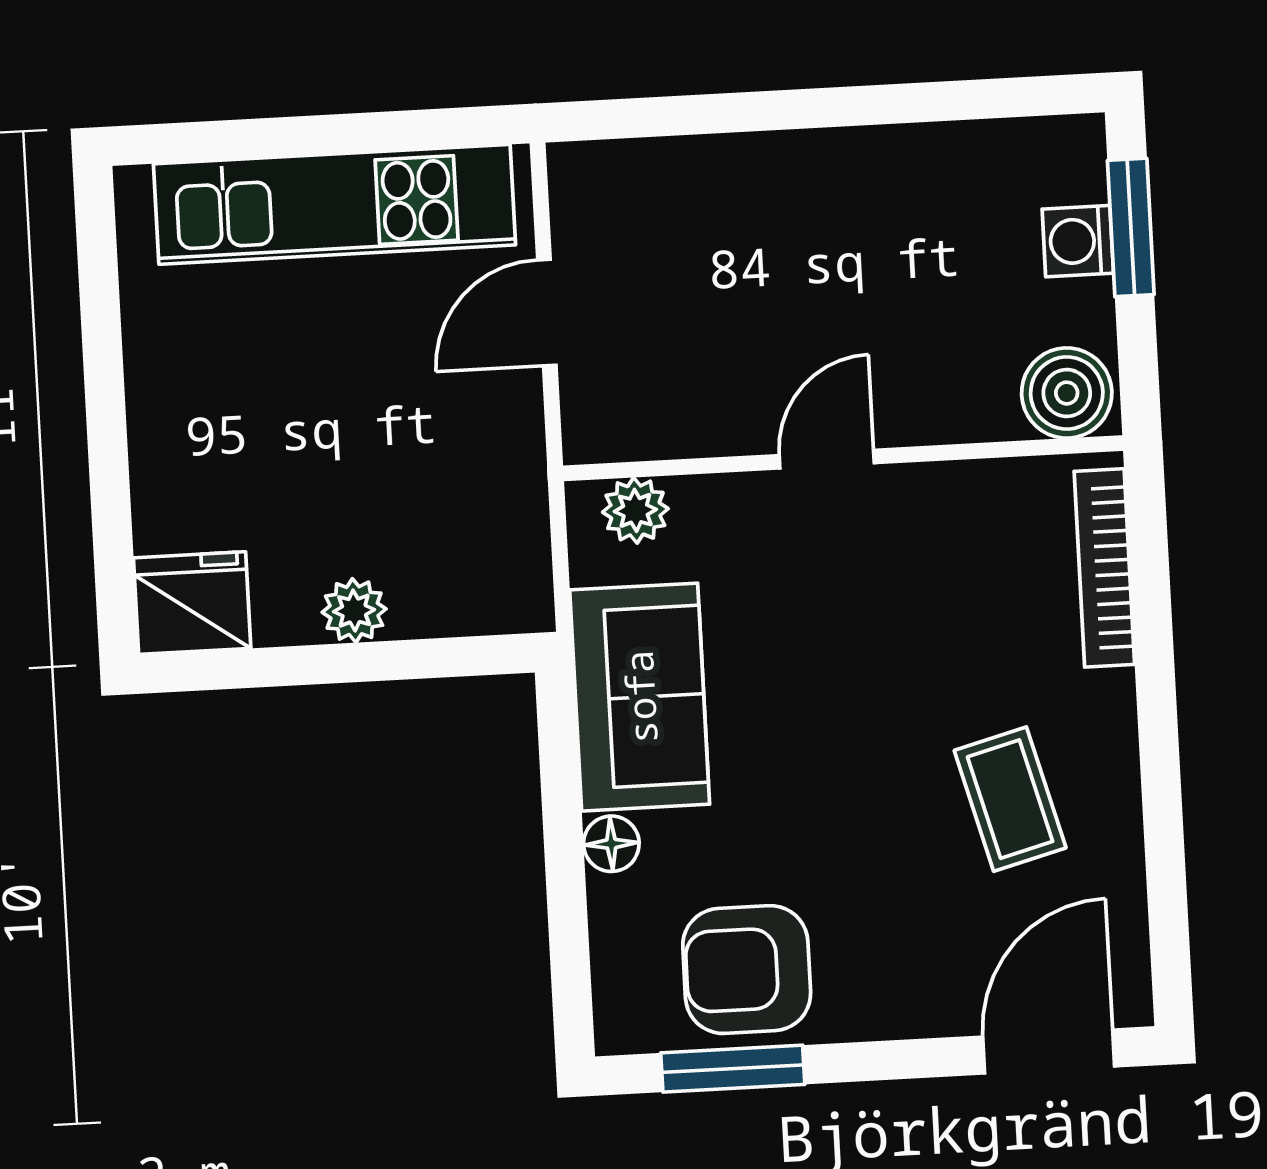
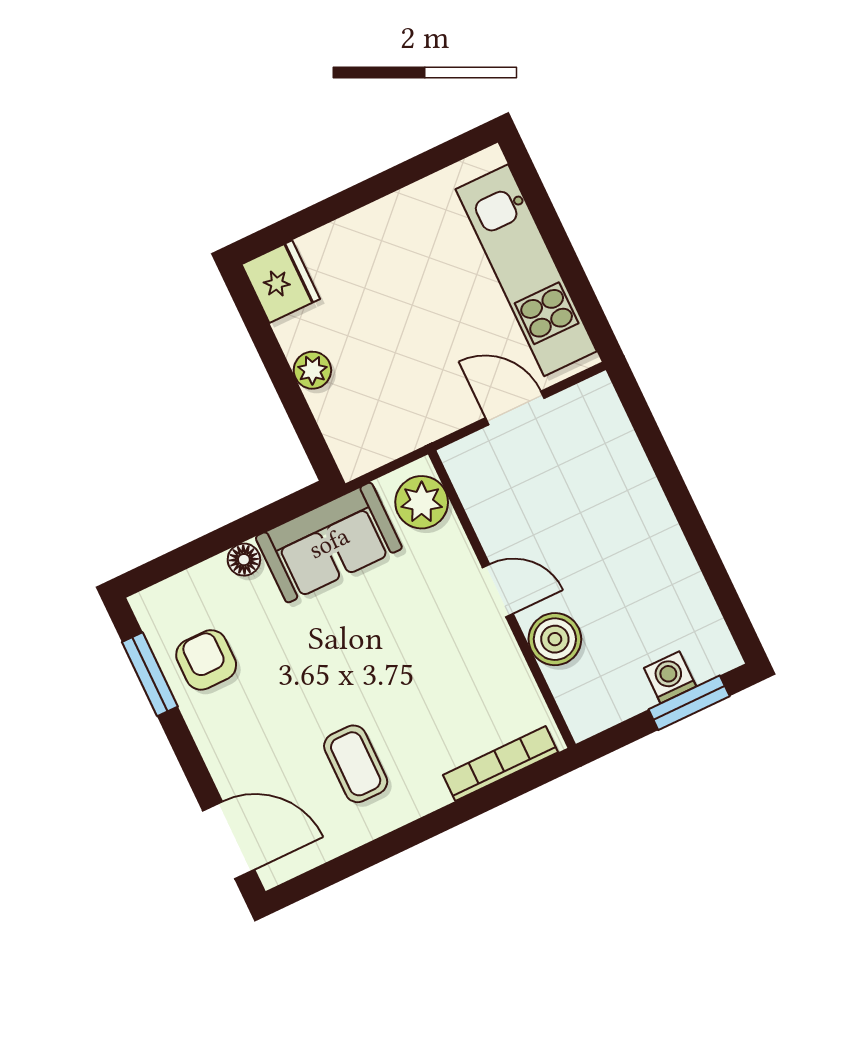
boiler: (1067, 393) -> (555, 639), moved
plant: (635, 510) -> (422, 502), width x1.38, depth x1.38
coffee table: (1010, 799) -> (356, 764), turned -75
armchair: (747, 970) -> (206, 660), width x0.72, depth x0.72

